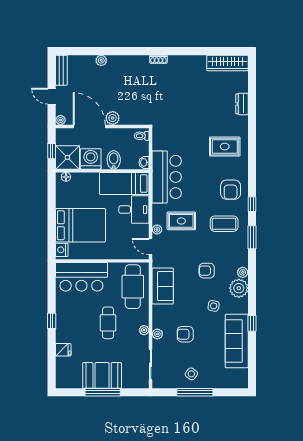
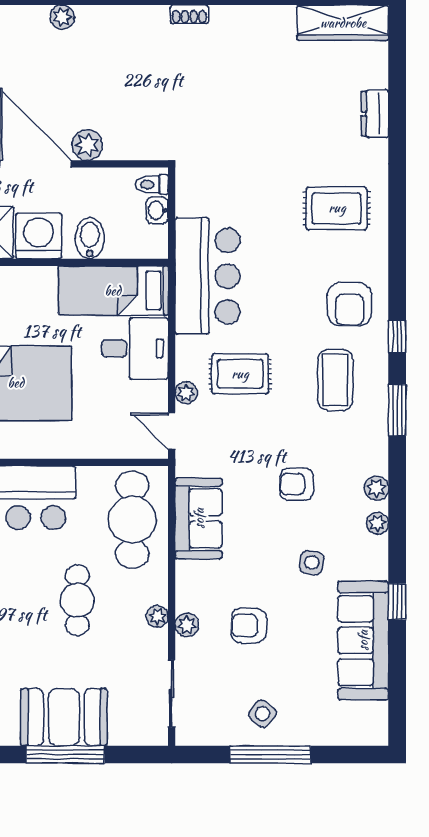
washbasin: (144, 162) -> (157, 210), moved
coffee table: (224, 224) -> (335, 380), turned 90
plant: (239, 288) -> (377, 523), width x0.53, depth x0.53

